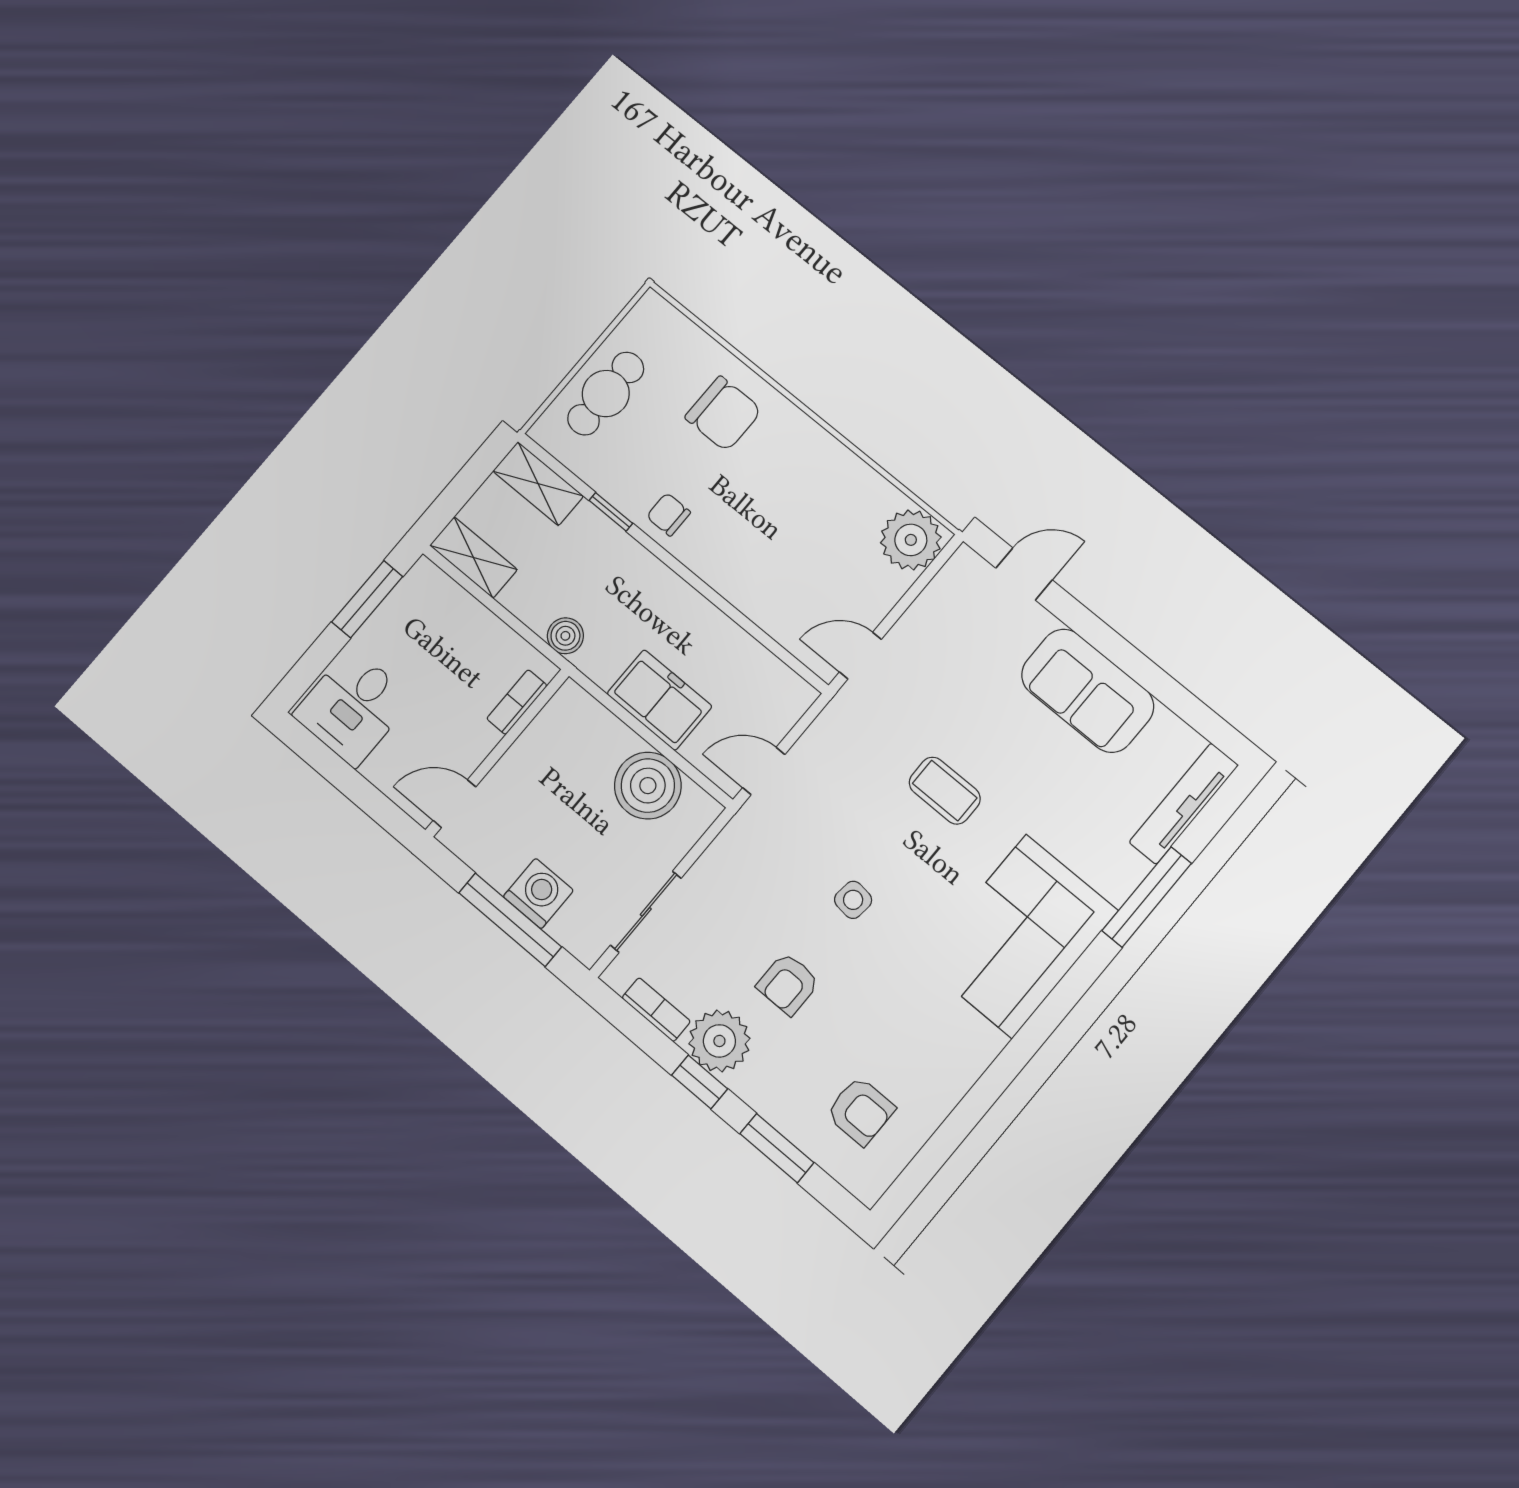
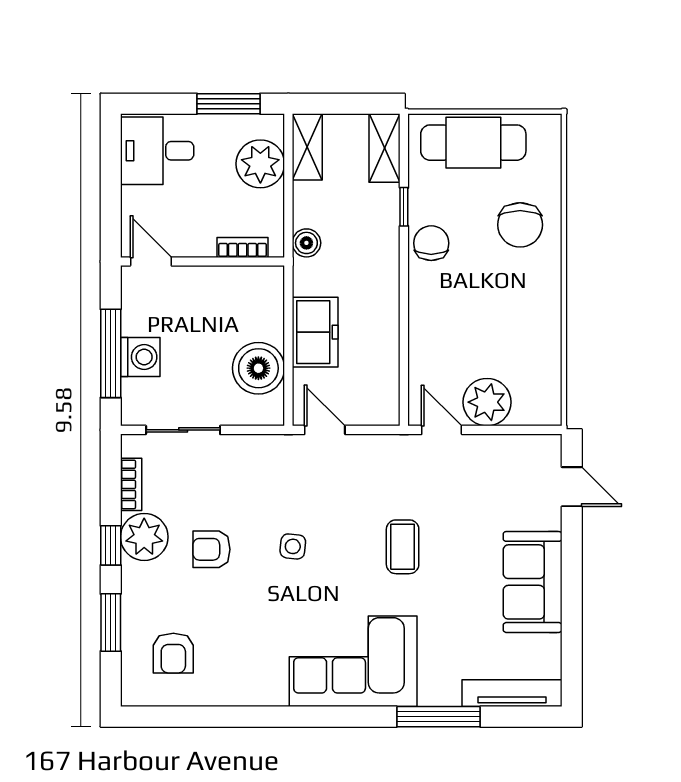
cafe table: (606, 394) -> (473, 143), width x1.37, depth x1.35
chair: (668, 514) -> (431, 243), width x1.37, depth x1.37
plant: (911, 540) -> (487, 402), moved
plant: (451, 617) -> (260, 164), added

